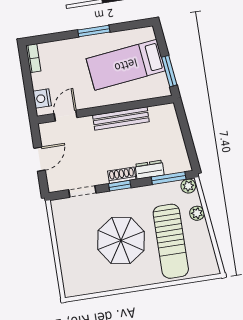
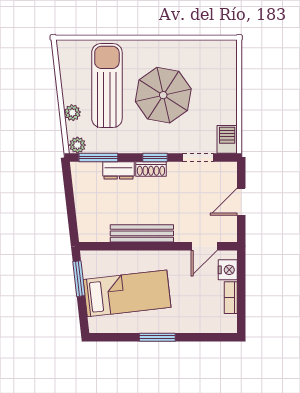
bookcase: (33, 58) -> (231, 298), moved
barbecue: (60, 211) -> (227, 139), added

